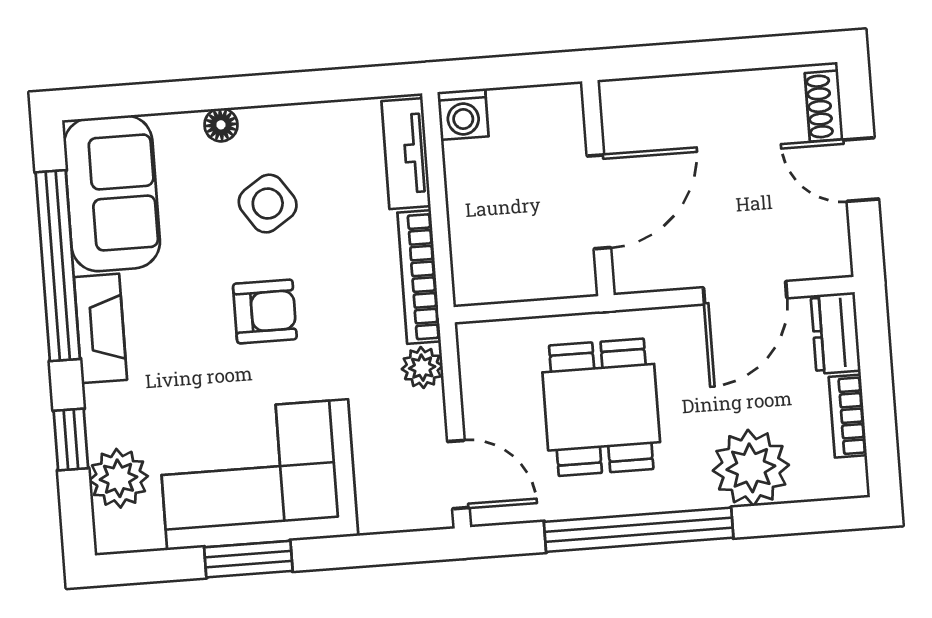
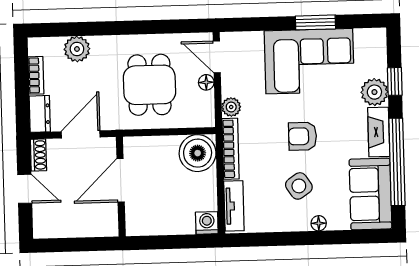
shoe rack: (824, 106) -> (38, 155), moved
wall: (598, 188) -> (121, 187), moved
door: (599, 202) -> (121, 180), moved
boiler: (490, 264) -> (198, 153), added
floor lamp: (479, 418) -> (206, 82), added
plant: (751, 468) -> (77, 49), width x0.73, depth x0.73
plant: (118, 478) -> (374, 92), moved
window: (639, 530) -> (135, 27), removed

